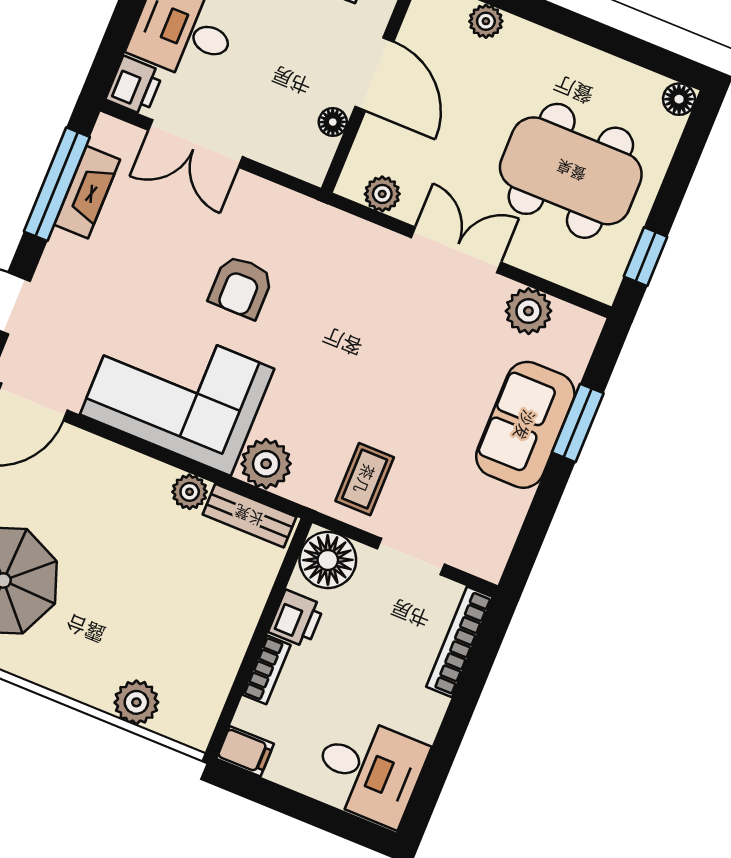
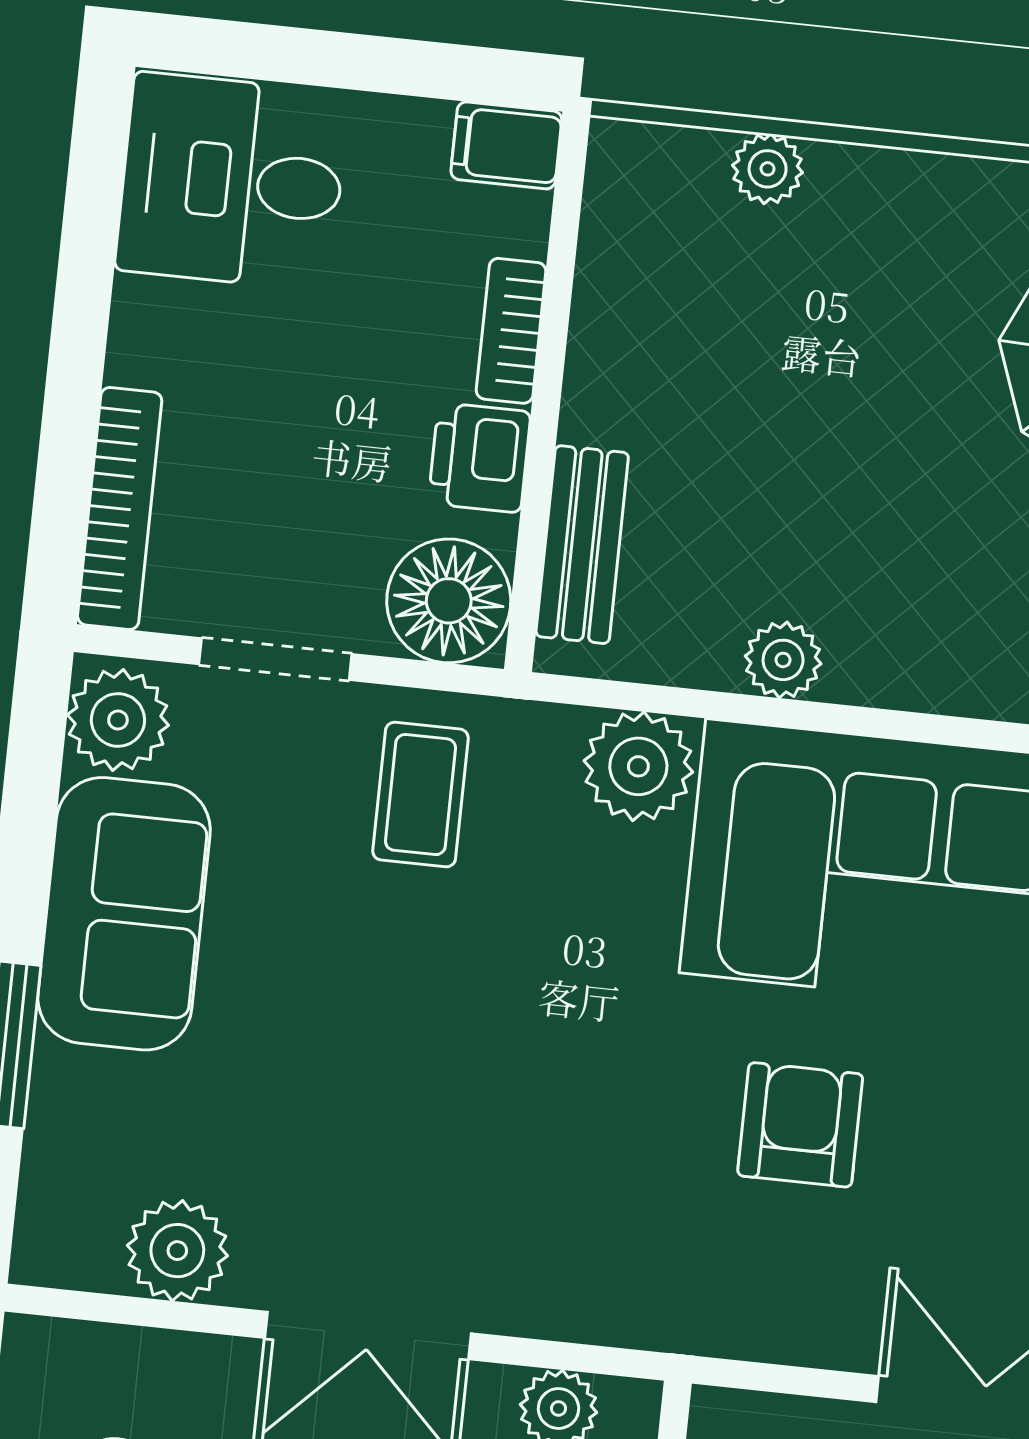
sofa: (525, 425) -> (124, 914), moved
bench: (249, 516) -> (582, 545), moved, turned 90
plant: (487, 550) -> (118, 720), added
plant: (136, 702) -> (768, 169), width x0.73, depth x0.73

